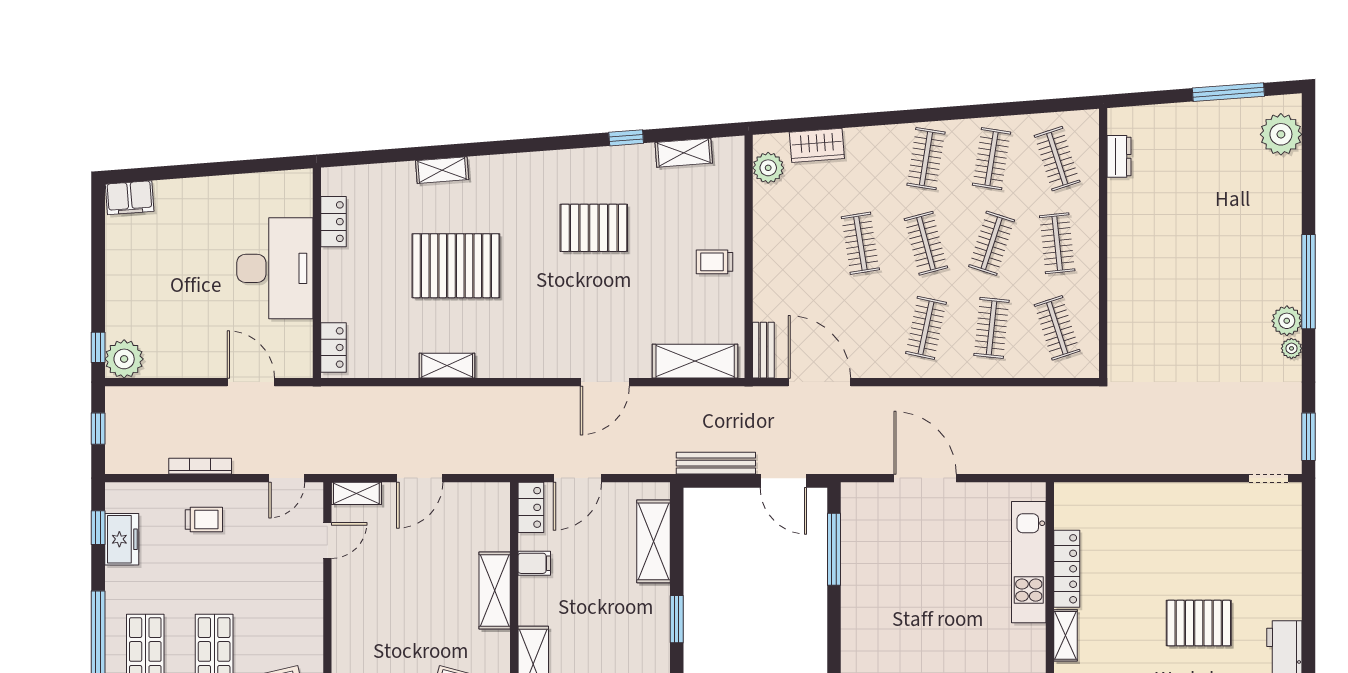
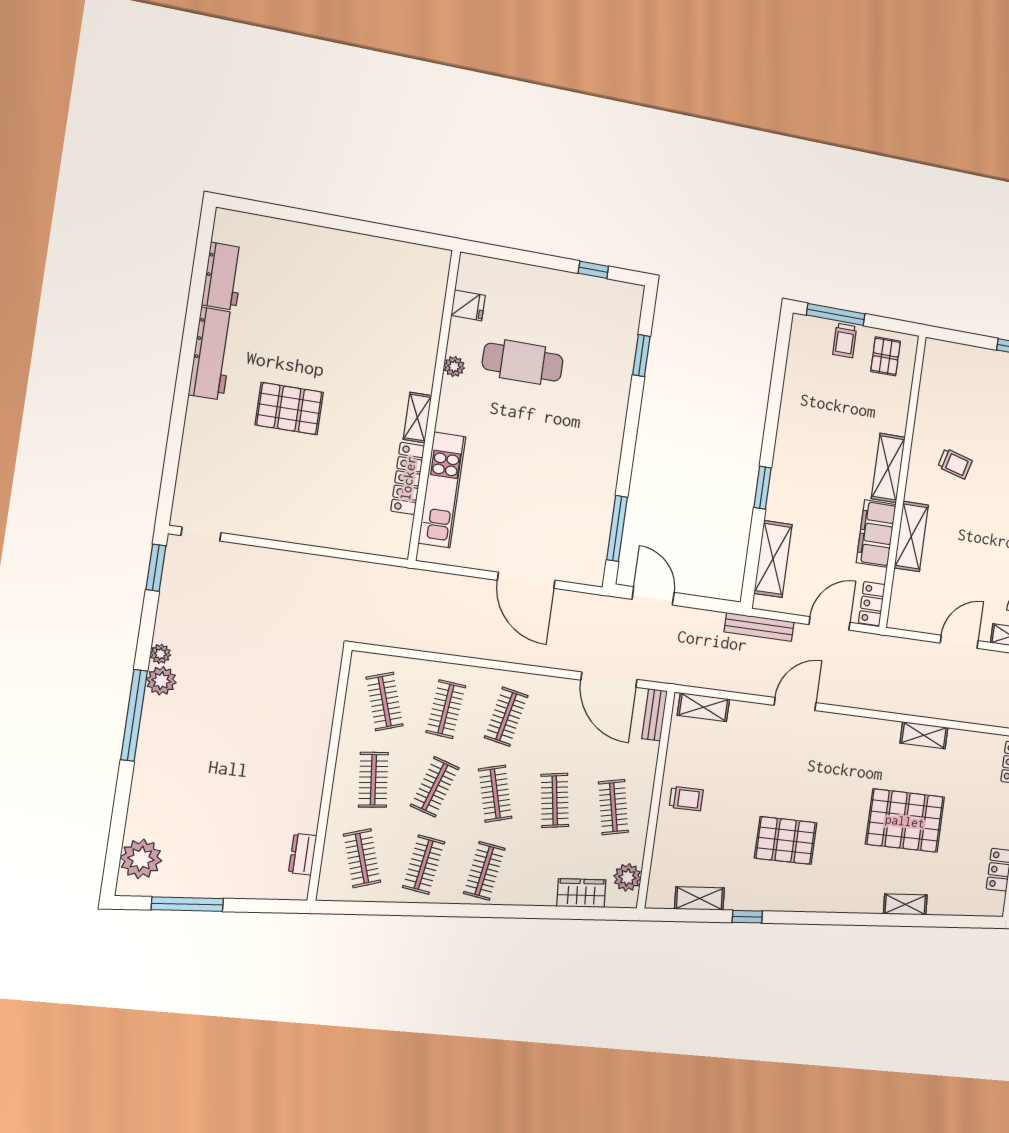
clothes rail: (795, 243) -> (613, 807), added
shelving: (695, 361) -> (704, 707), width x0.67, depth x0.75
bench: (716, 463) -> (759, 627), moved
filing cabinet: (534, 563) -> (876, 534), width x3.00, depth x1.17

